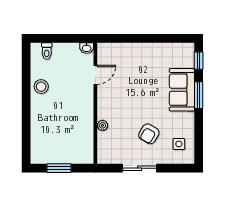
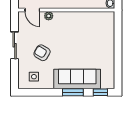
door: (95, 75) -> (32, 10), moved
sofa: (182, 90) -> (77, 79), width x1.36

